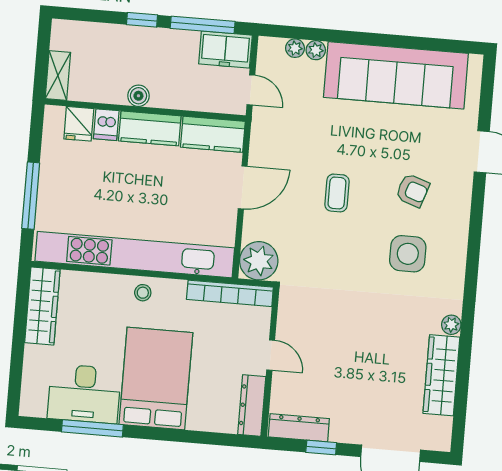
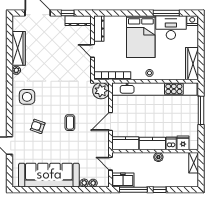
side table: (408, 254) -> (27, 97), moved
nightstand: (34, 406) -> (192, 21), added

